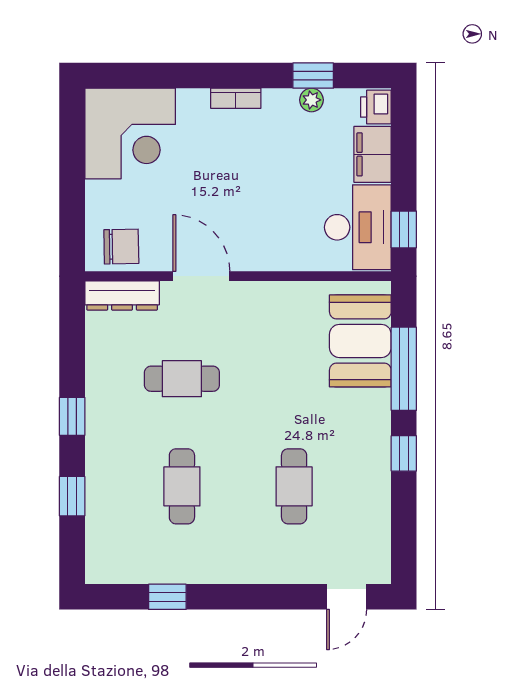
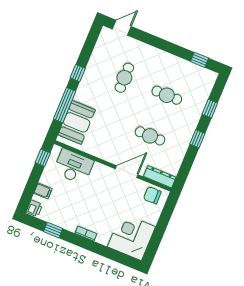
plant: (311, 100) -> (58, 221), removed
filing cabinet: (373, 154) -> (43, 191), width x0.50
desk: (358, 227) -> (73, 167), moved, turned 90
door: (201, 276) -> (127, 172), swing flipped
cafe table: (182, 486) -> (167, 95), turned 90
window: (167, 597) -> (200, 60), moved

